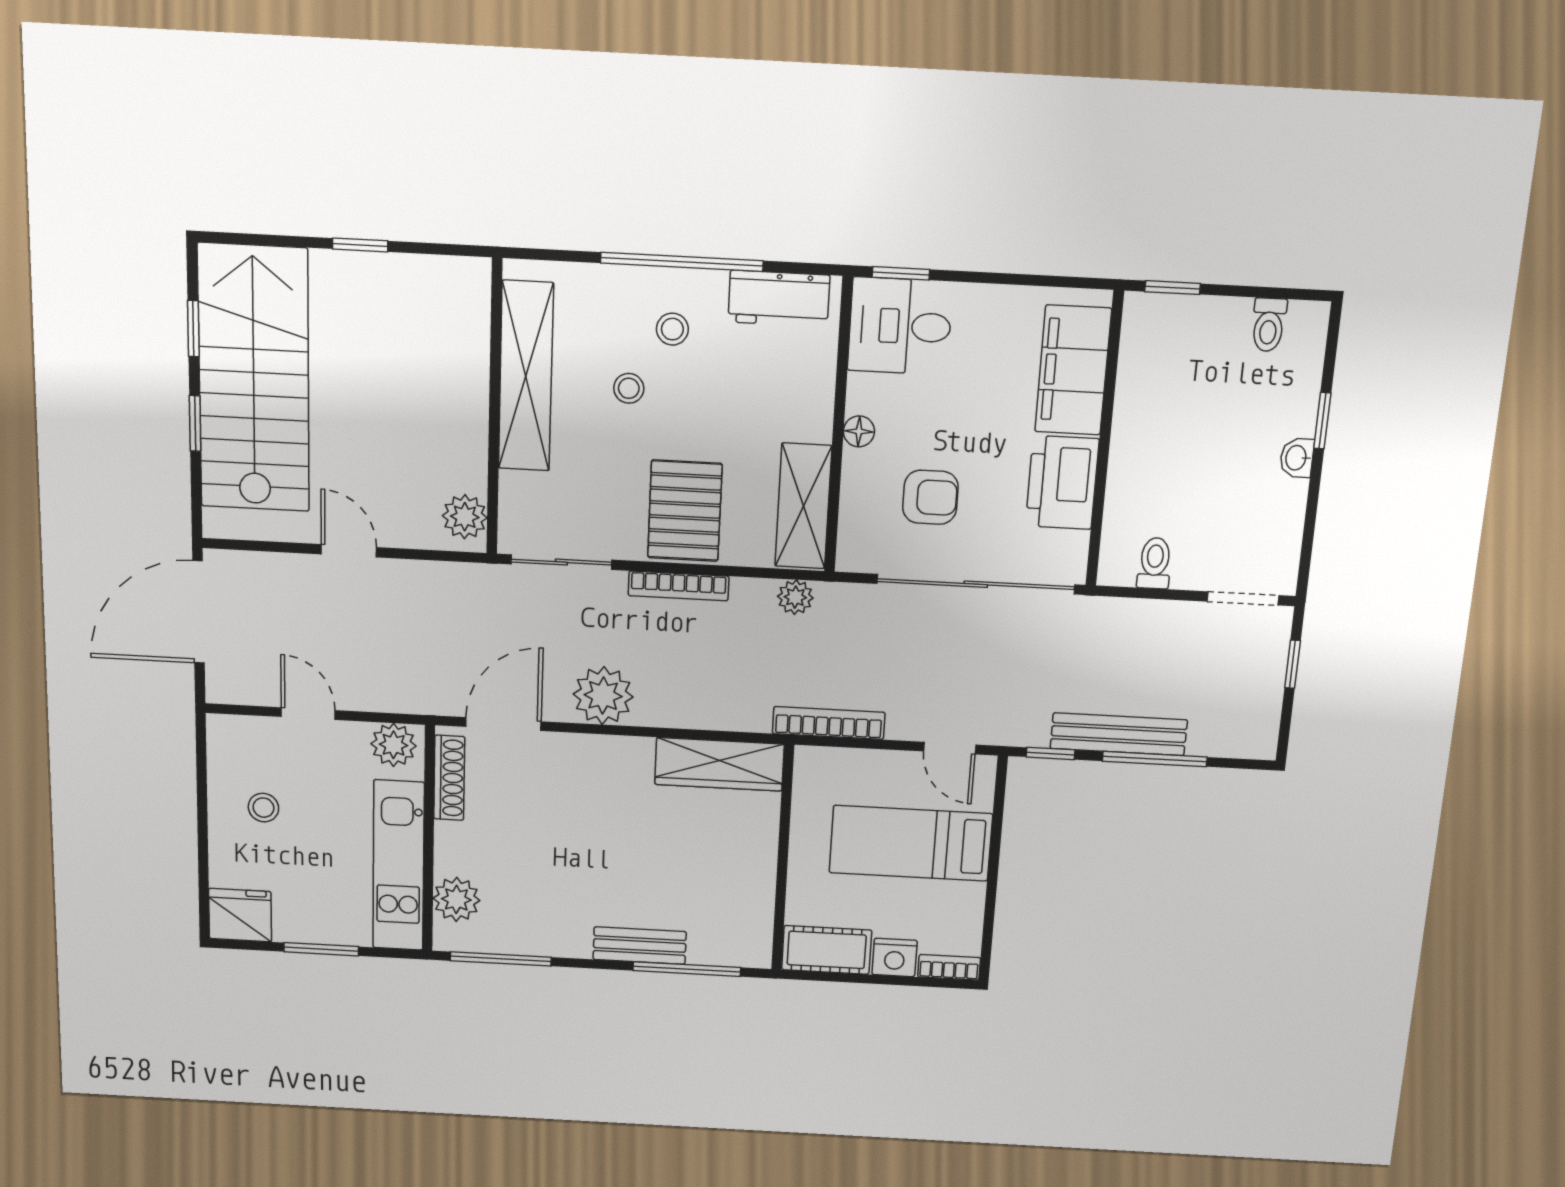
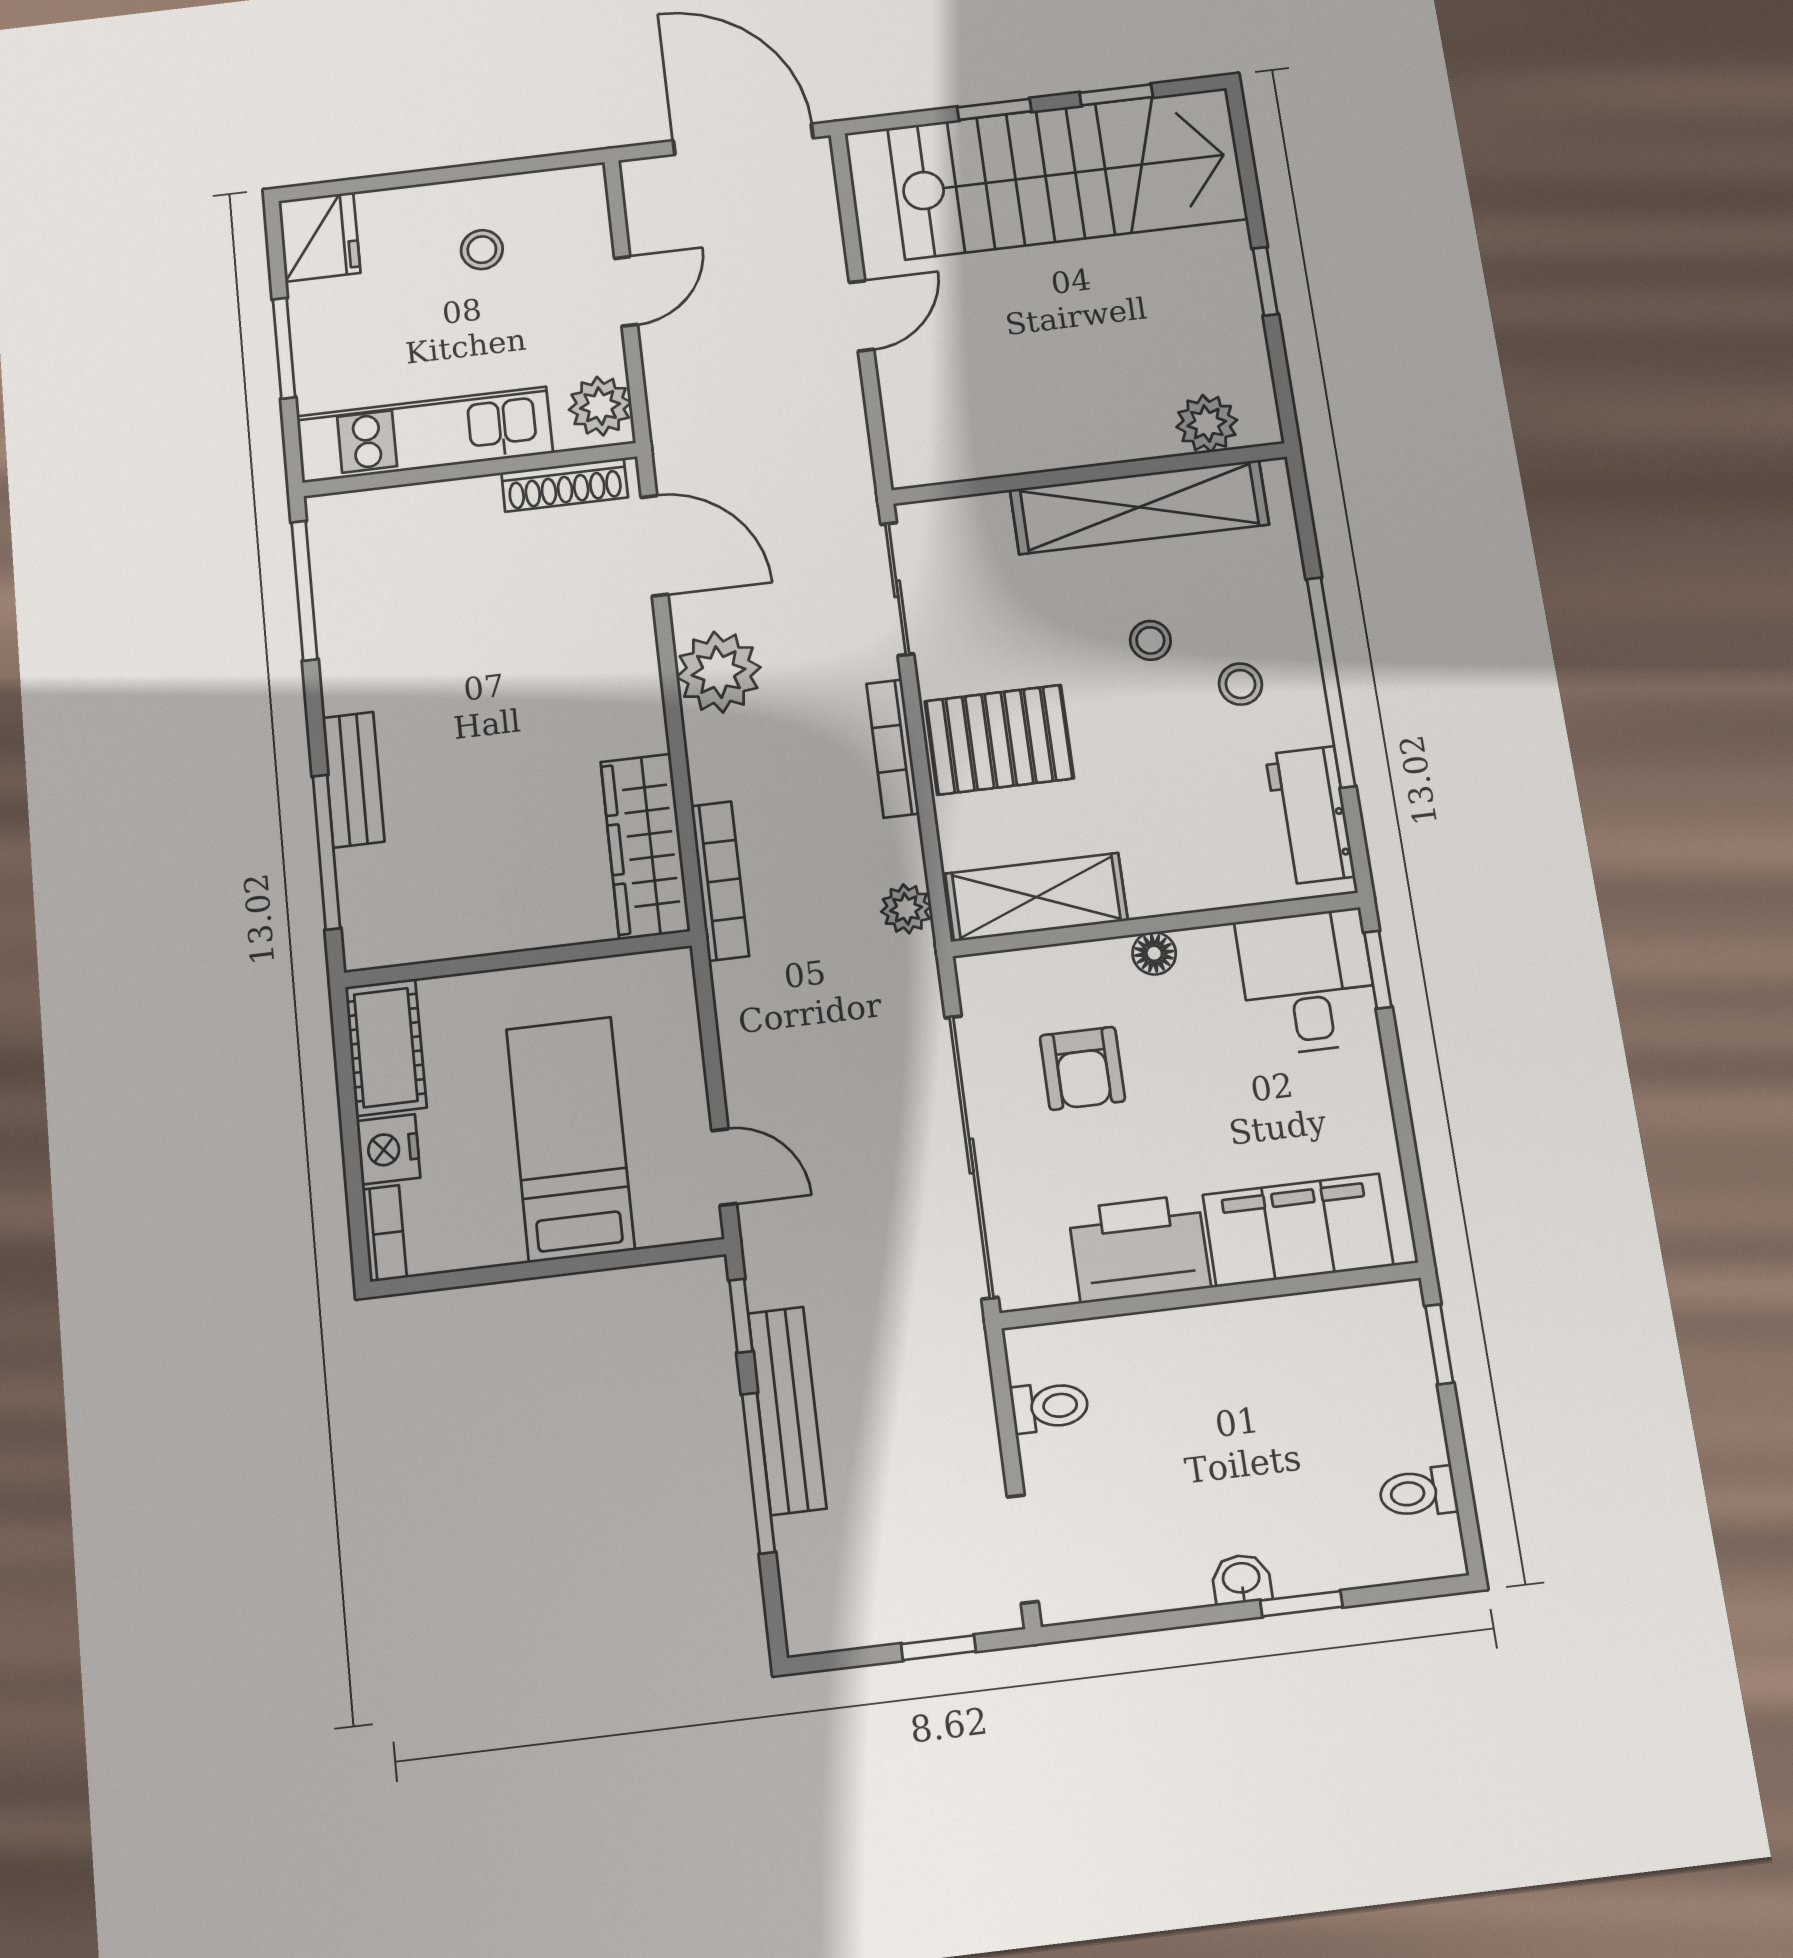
plant: (465, 517) -> (1207, 423), moved
bookcase: (829, 723) -> (720, 881), moved
door: (950, 748) -> (724, 1167), swing flipped
plant: (456, 899) -> (386, 518), removed

